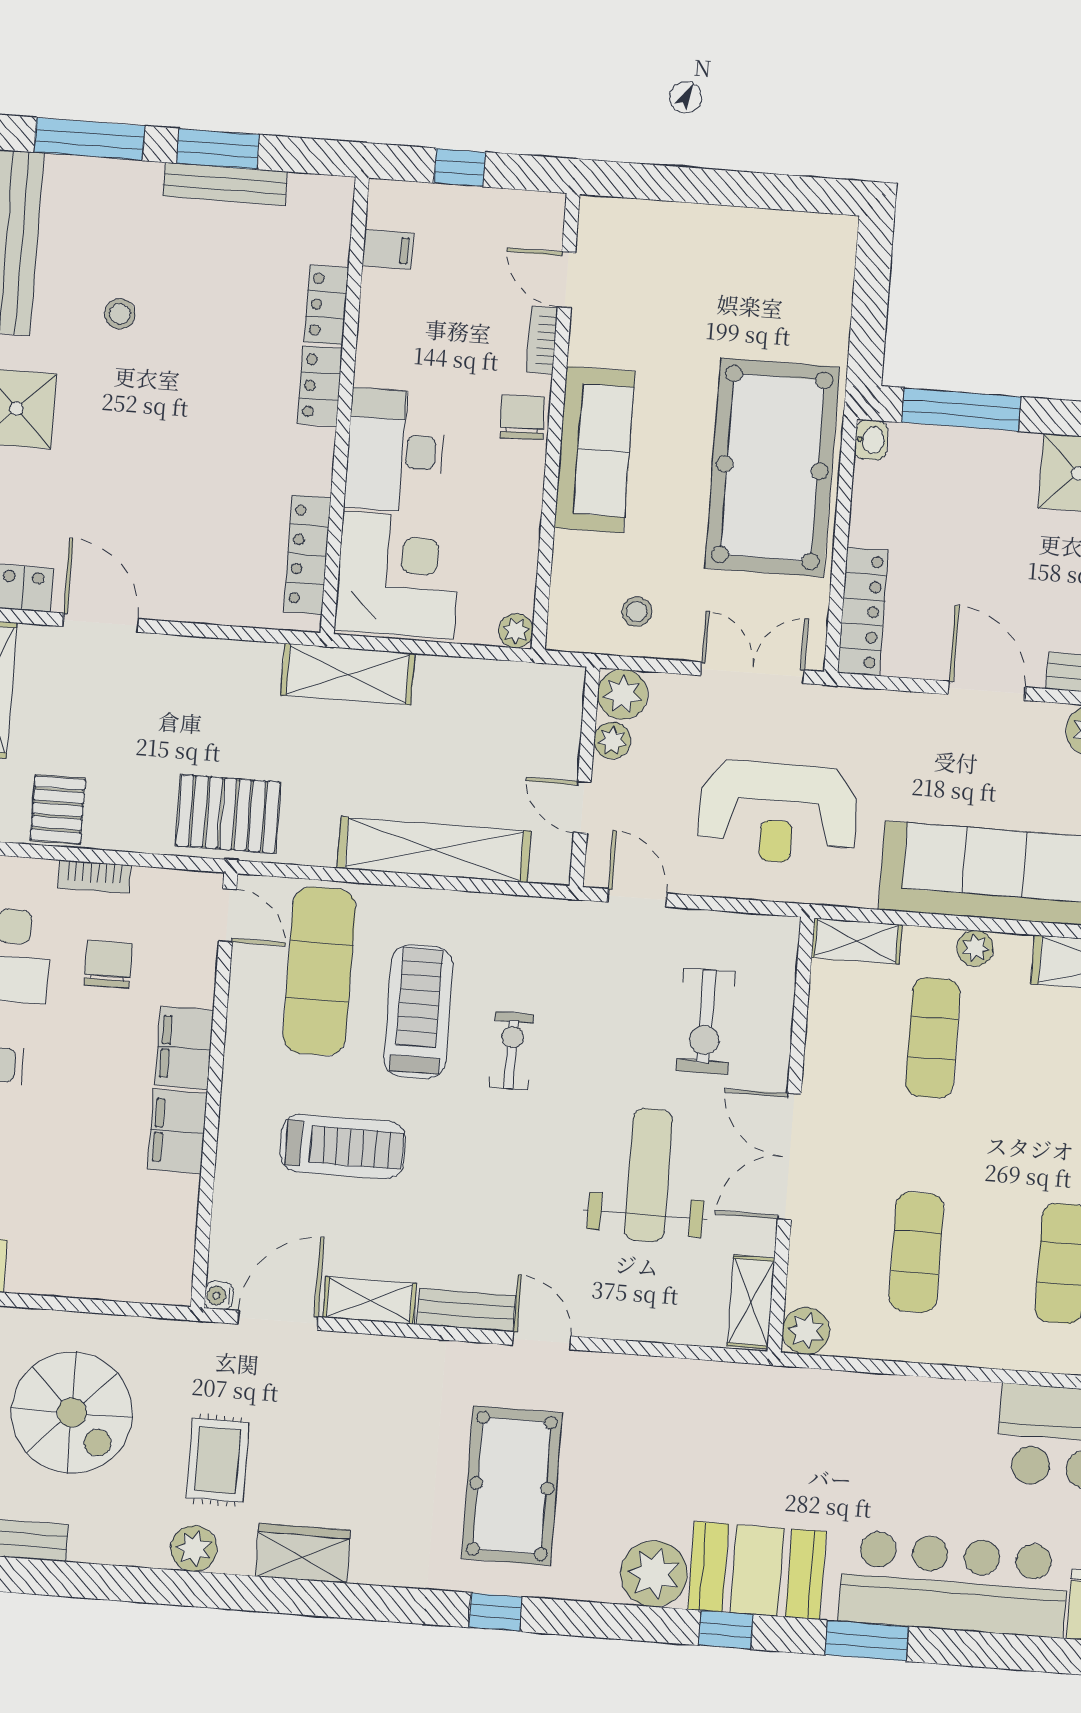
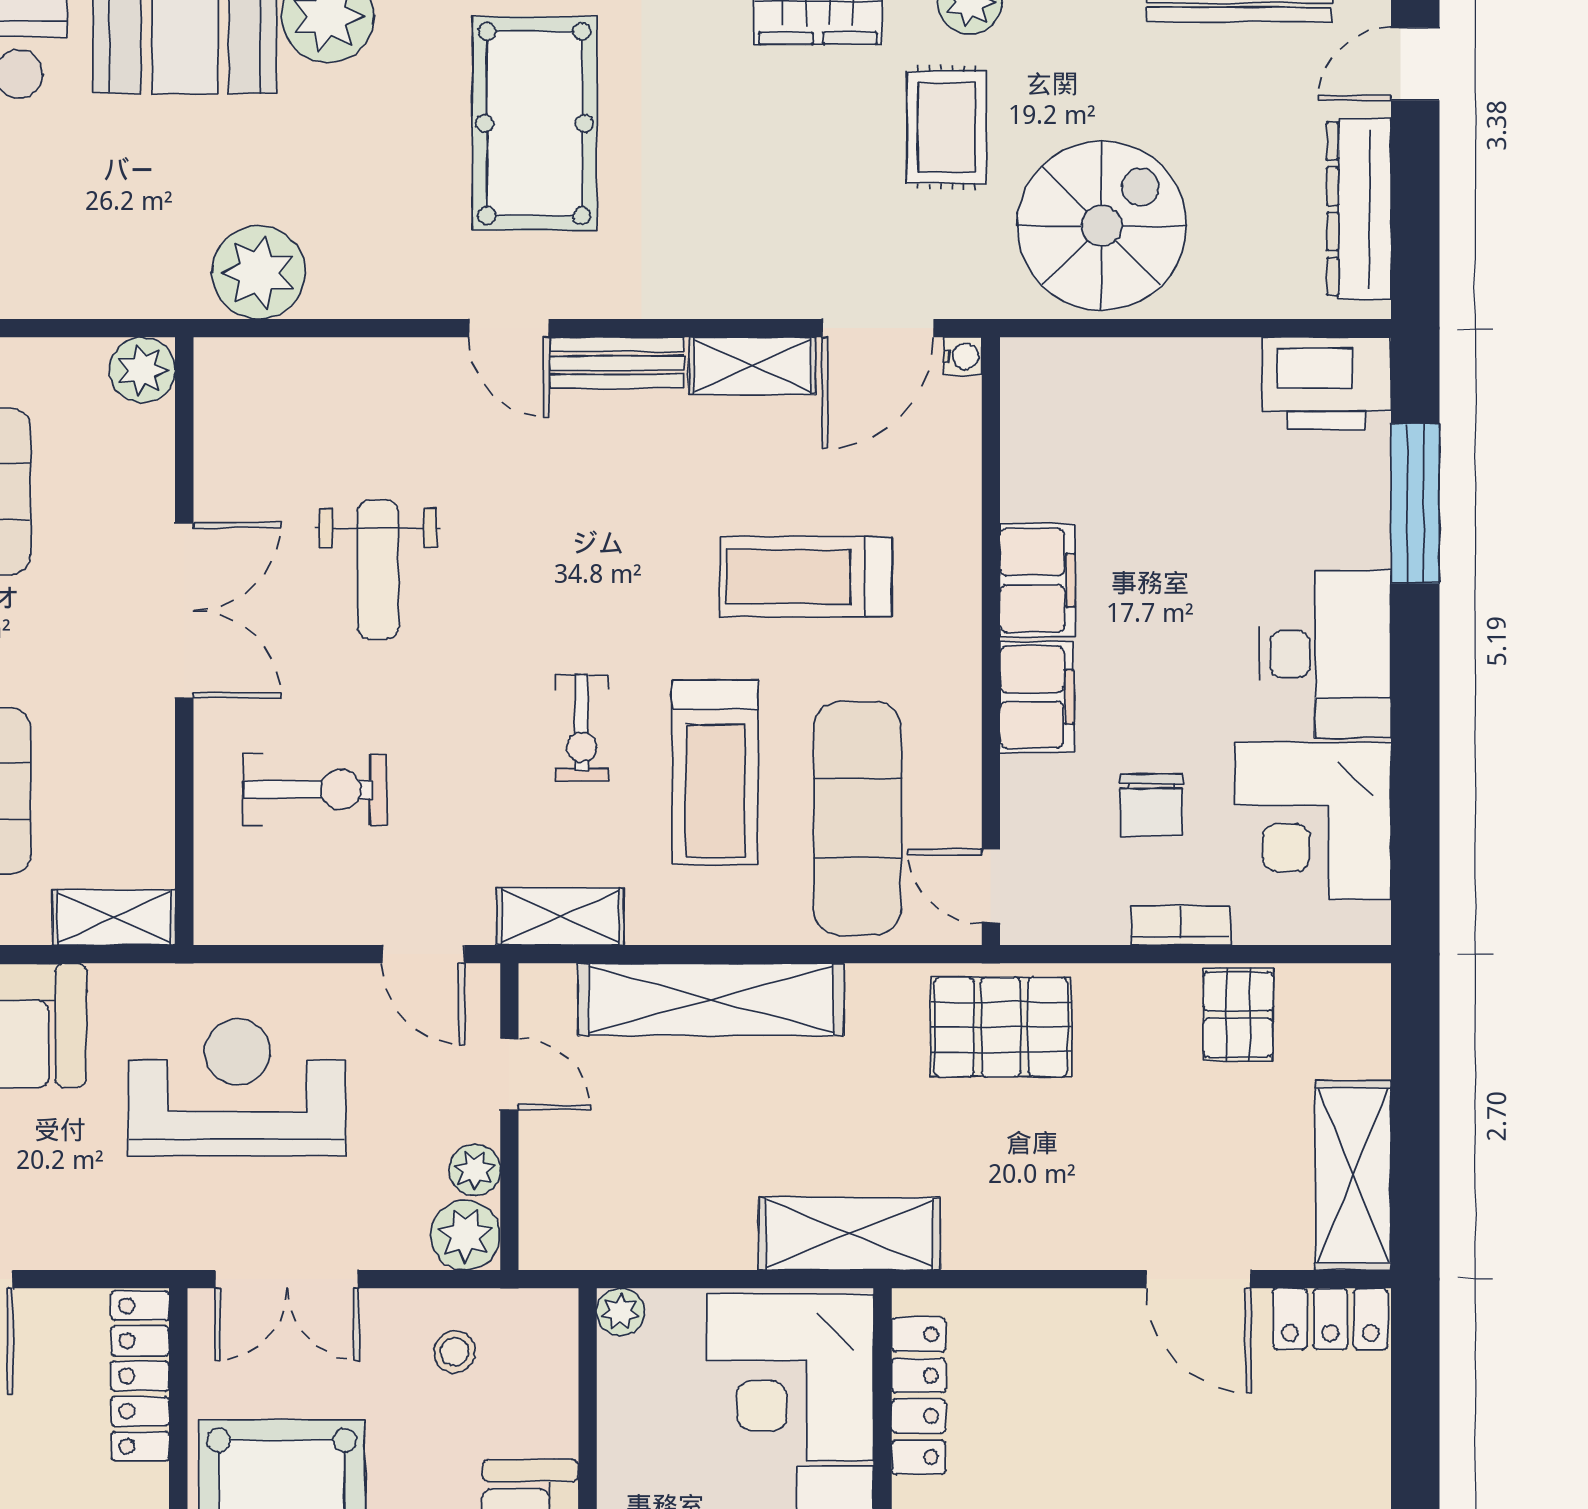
exercise bike: (706, 1021) -> (315, 790), turned 90
weight bench: (648, 1175) -> (378, 570), width x0.73, depth x0.75
shelving: (751, 1302) -> (560, 916), moved, turned 90
plant: (717, 1394) -> (259, 272), added
spiral stairs: (72, 1413) -> (1102, 226), moved, turned 90

